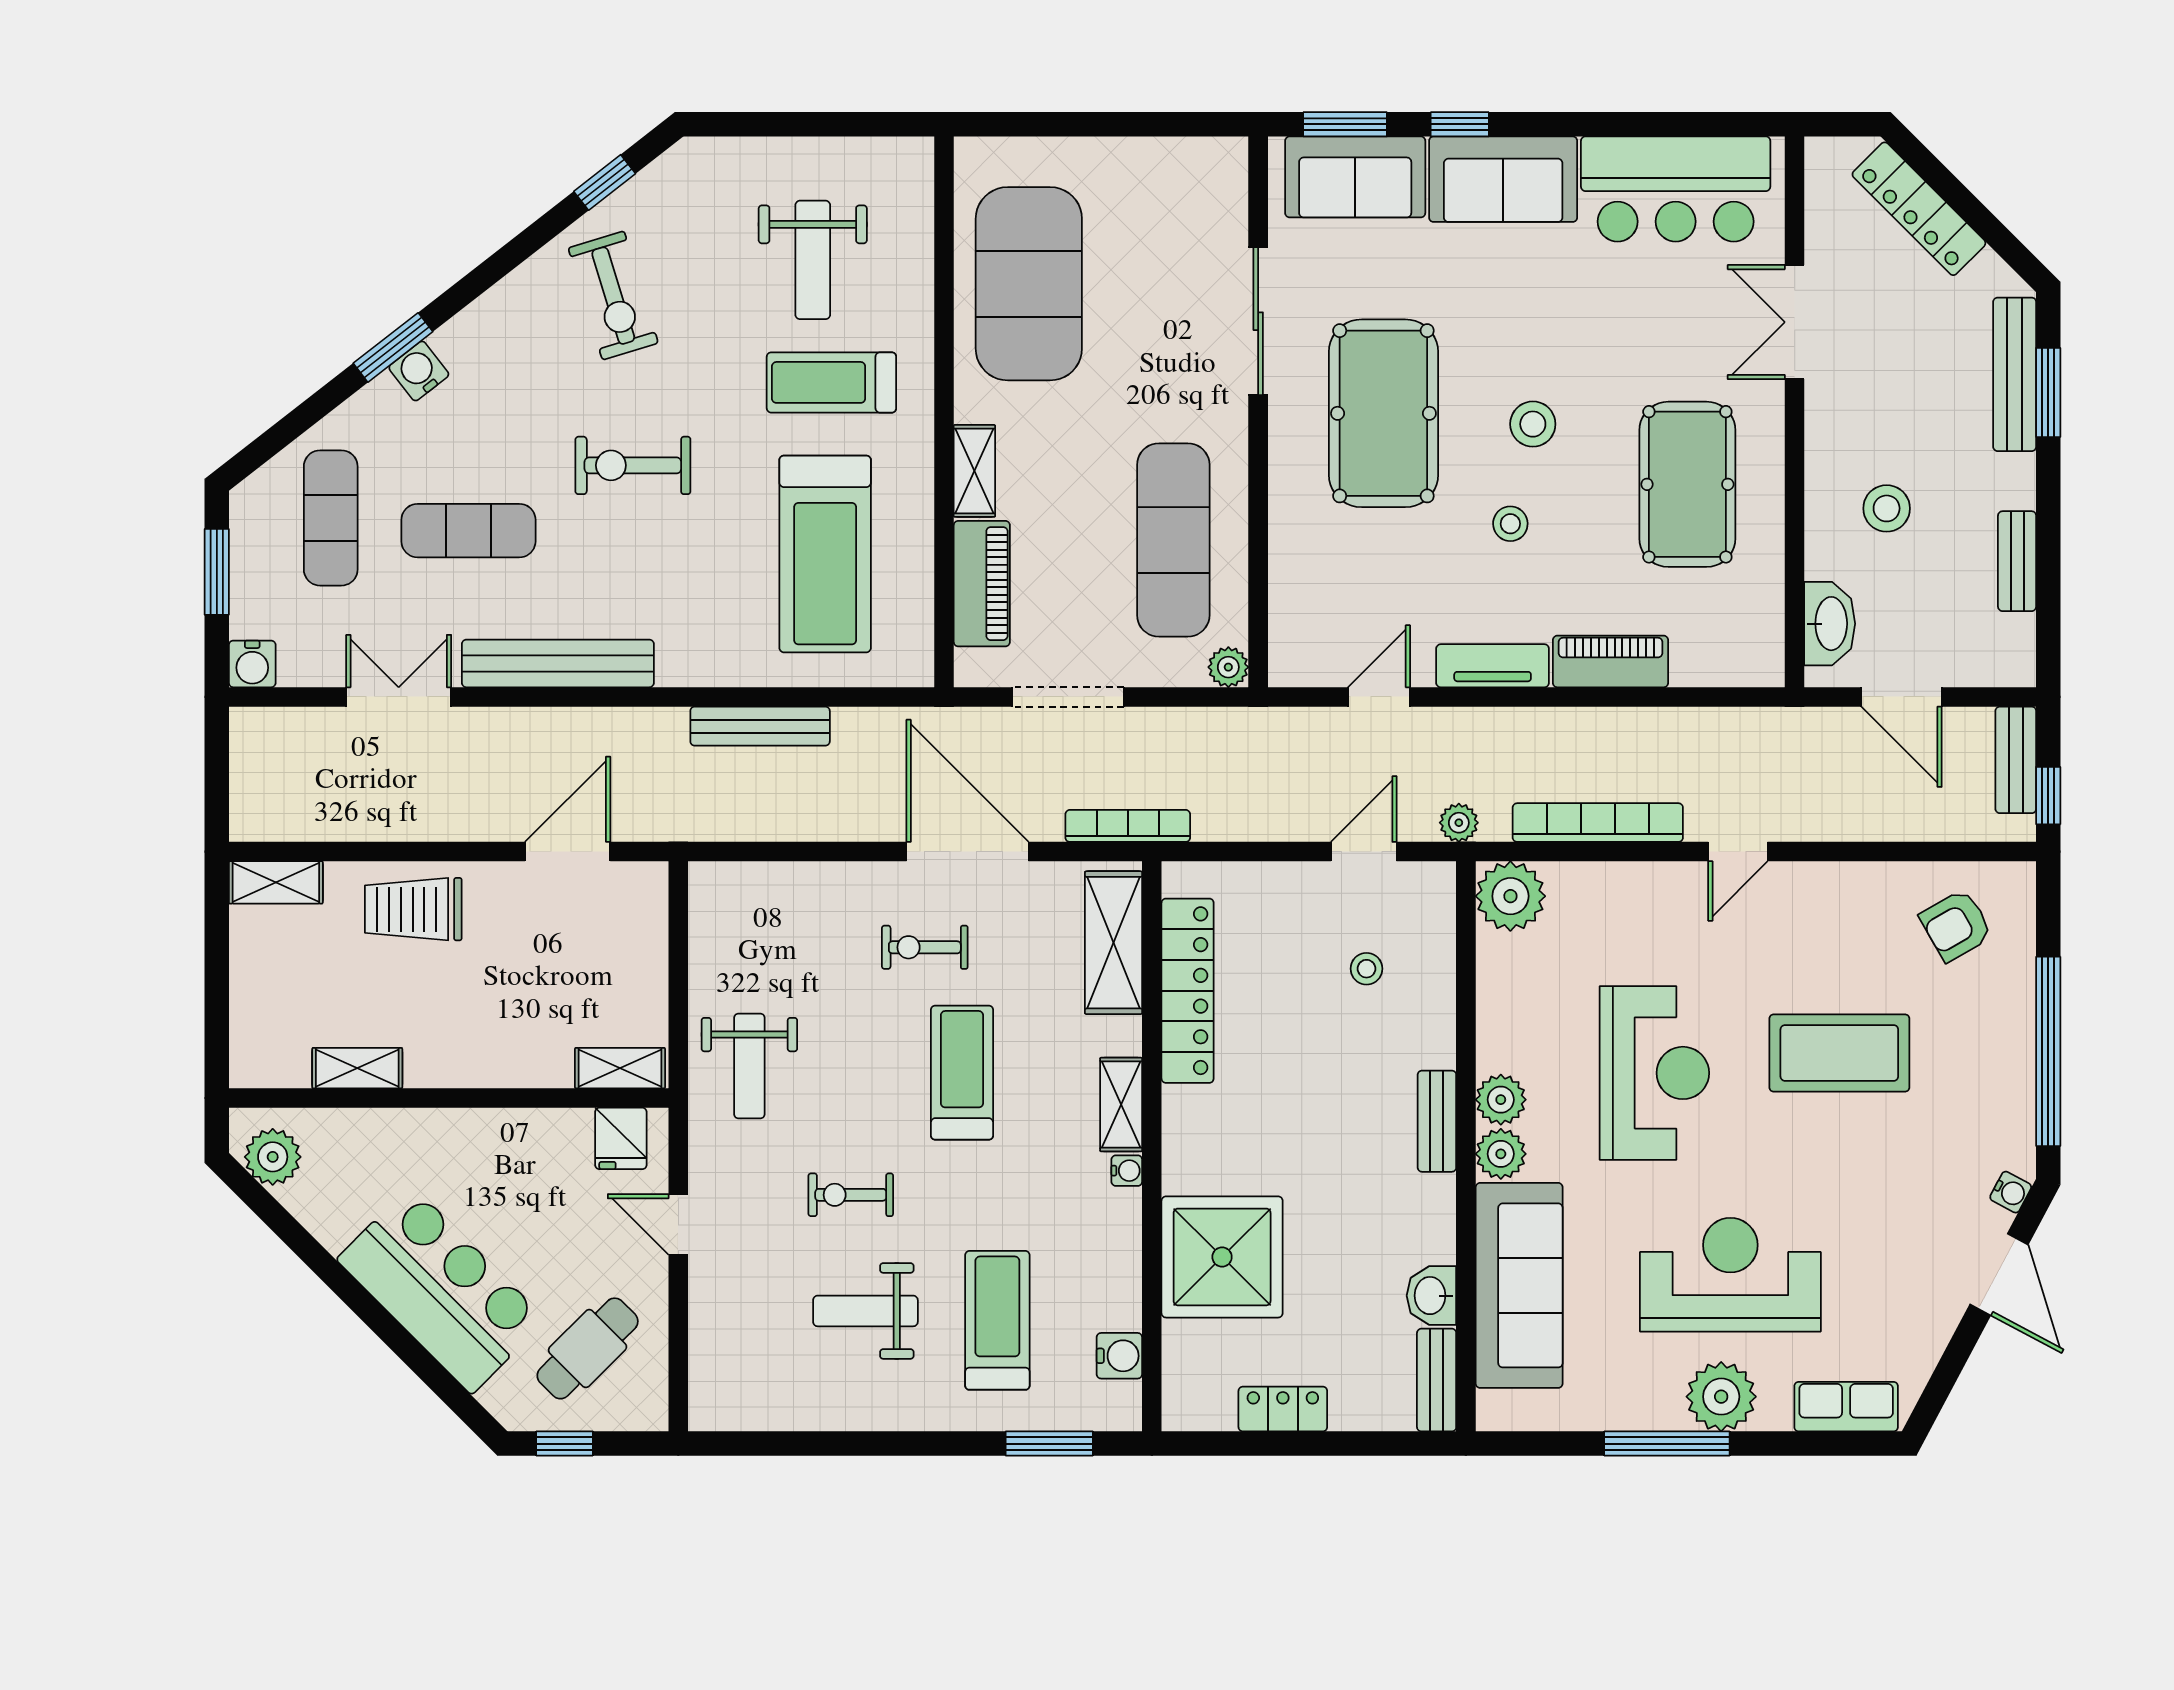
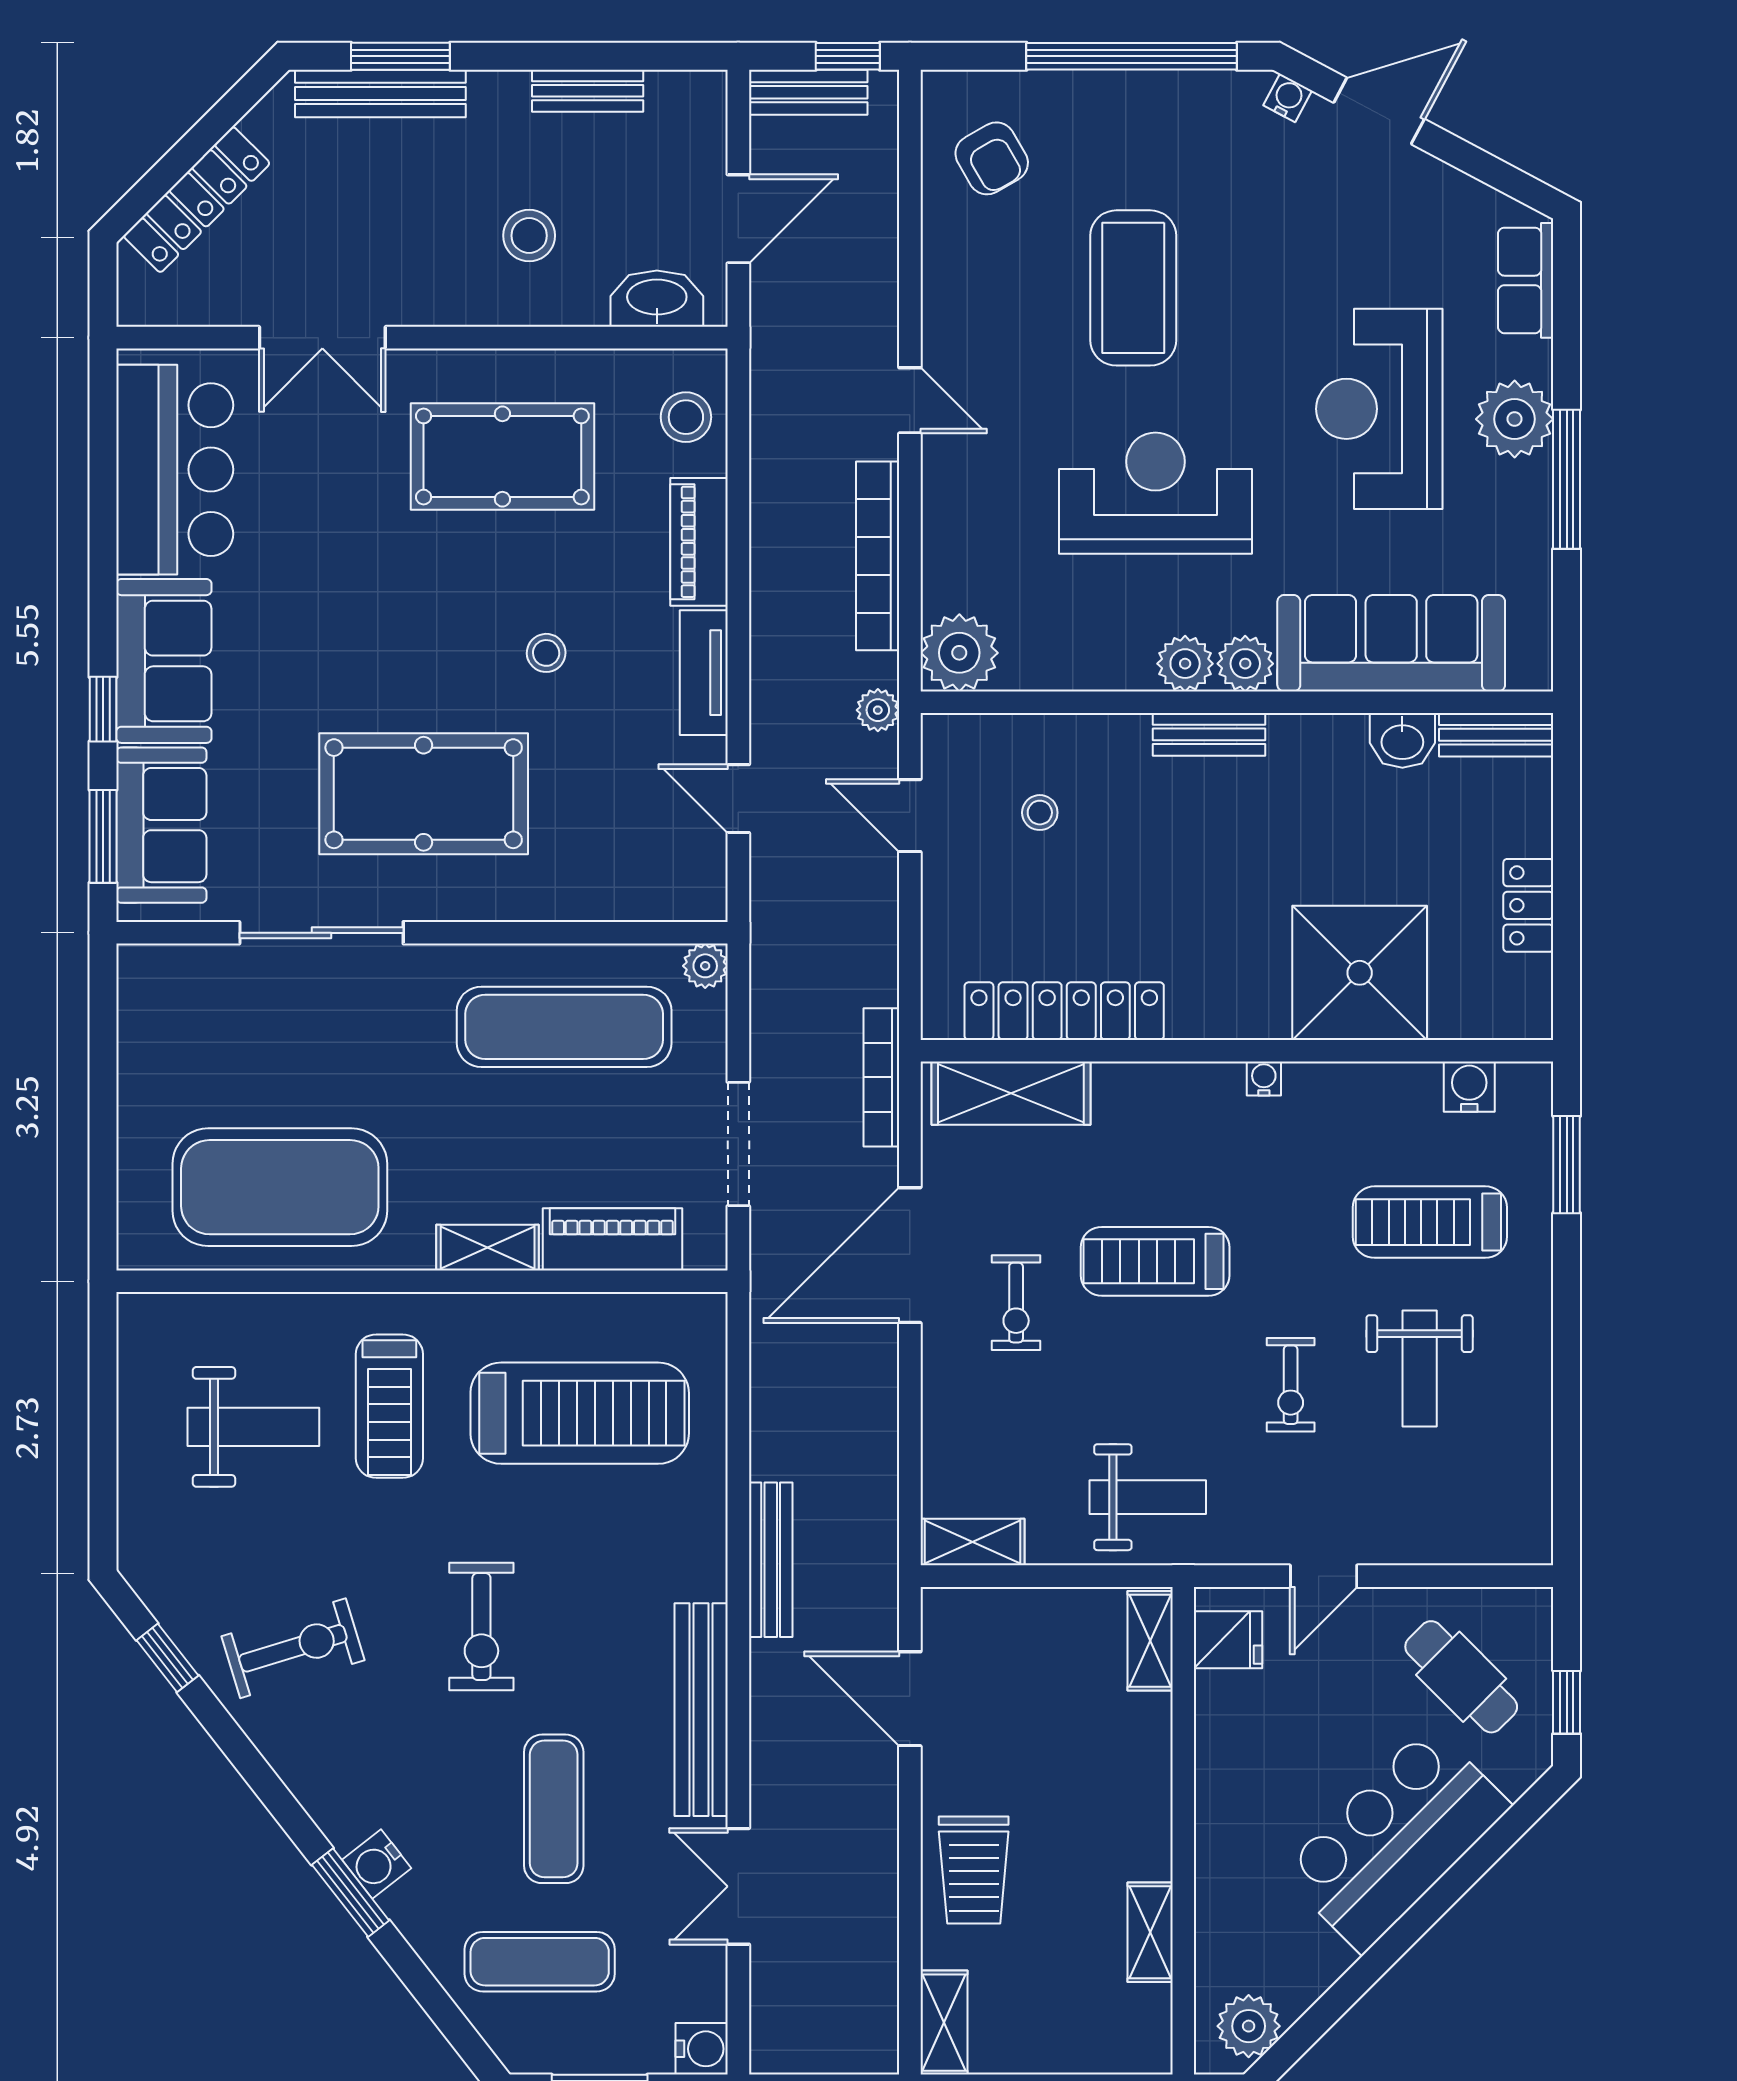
stool: (1533, 424) -> (686, 417), moved
bench: (760, 726) -> (771, 1560), moved
shelving: (1121, 1105) -> (973, 1542), moved

